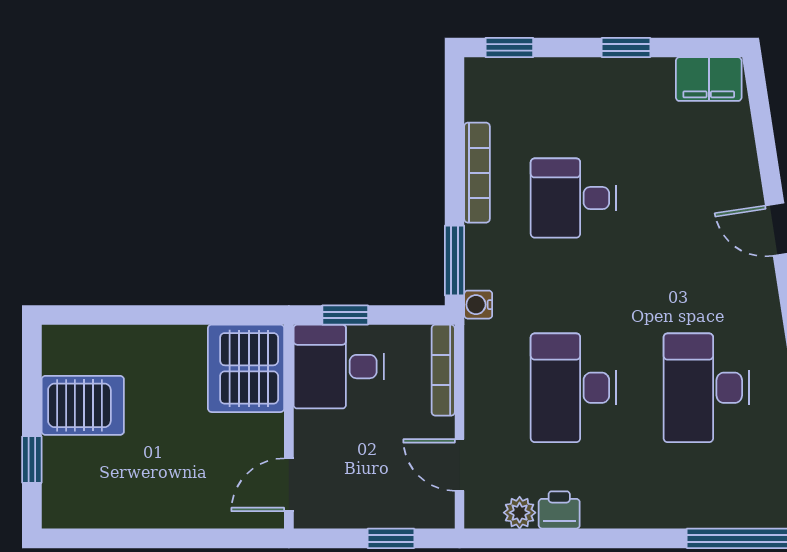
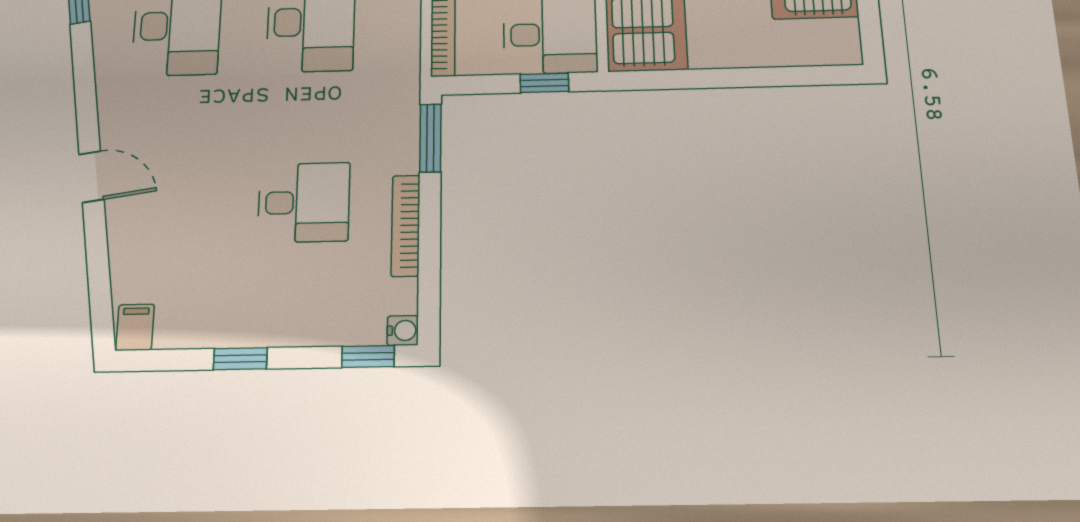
filing cabinet: (709, 79) -> (135, 327), width x0.50
water cooler: (478, 305) -> (403, 331), moved

